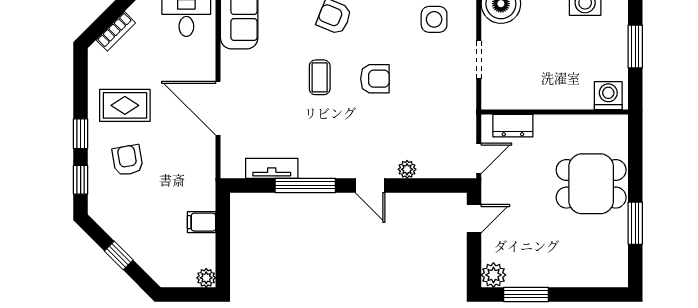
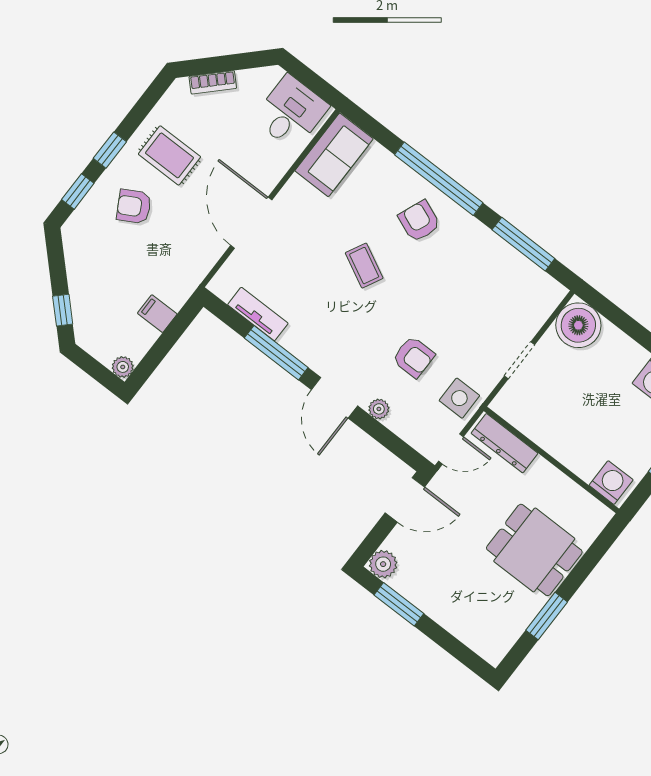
side table: (434, 19) -> (459, 398), moved
coffee table: (320, 77) -> (364, 266), turned -63
armchair: (375, 79) -> (414, 357), moved
dresser: (513, 126) -> (504, 443), width x1.44
armchair: (128, 160) -> (134, 207), turned -109
door: (370, 185) -> (334, 398), width x1.38
door: (474, 219) -> (405, 500), width x1.38
window: (119, 255) -> (63, 310), moved

